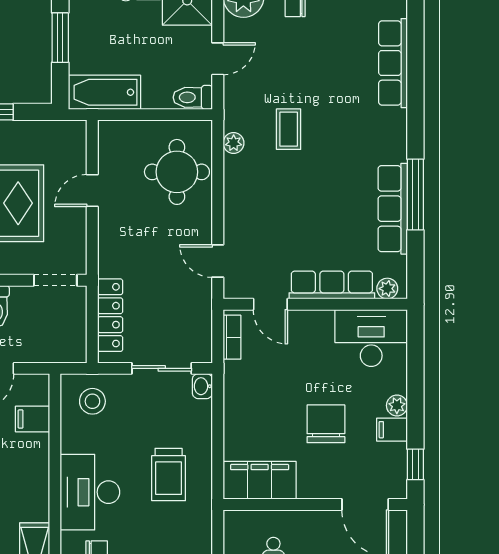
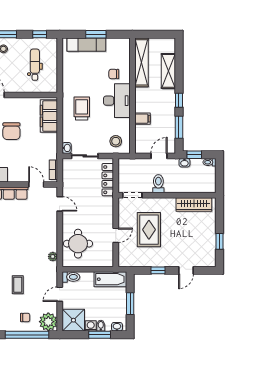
coffee table: (289, 129) -> (18, 285), moved
filing cabinet: (33, 419) -> (142, 119), moved
filing cabinet: (260, 480) -> (49, 116), moved, turned 90

